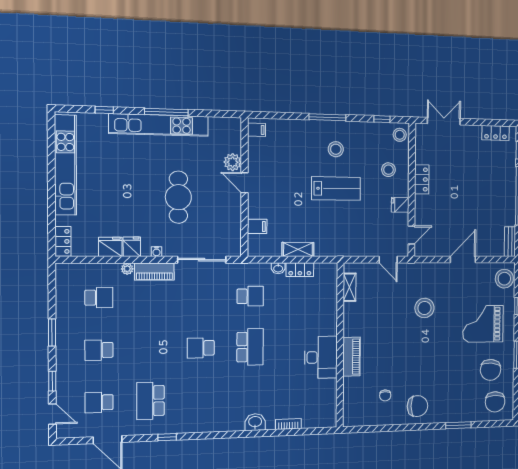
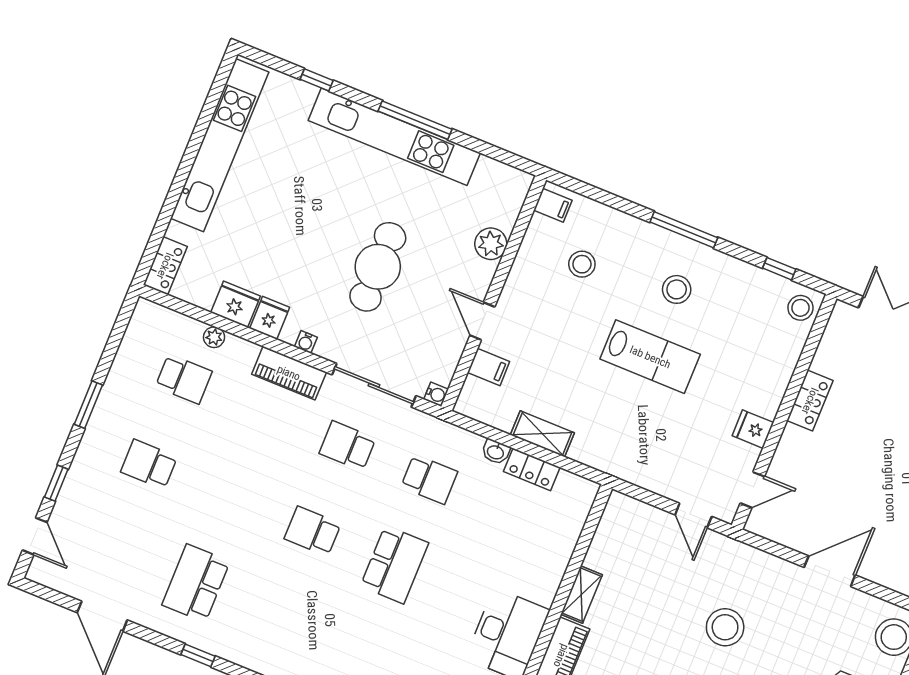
stool: (388, 170) -> (582, 264), moved
door: (244, 183) -> (482, 321), moved
water cooler: (236, 251) -> (436, 394), added
plant: (127, 269) -> (214, 337), moved
shelving: (350, 287) -> (581, 595), moved
school desk: (99, 402) -> (347, 446), moved

